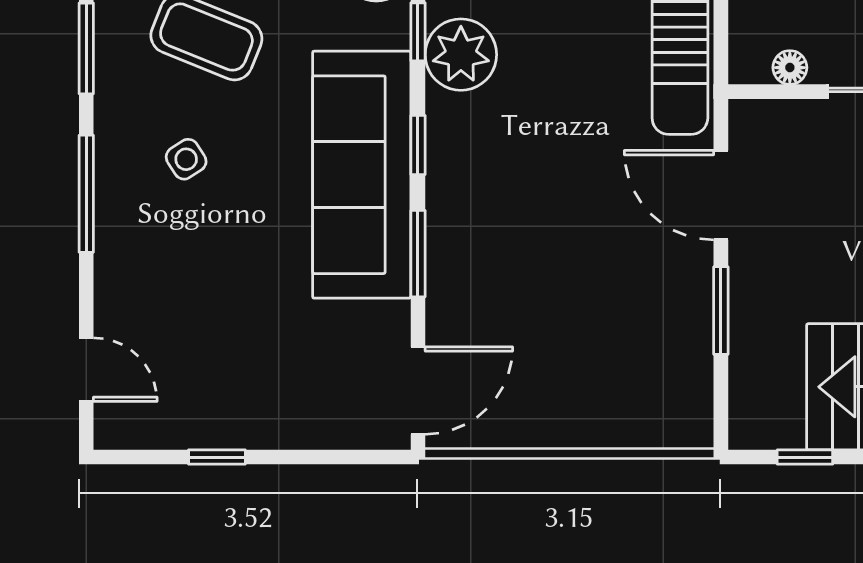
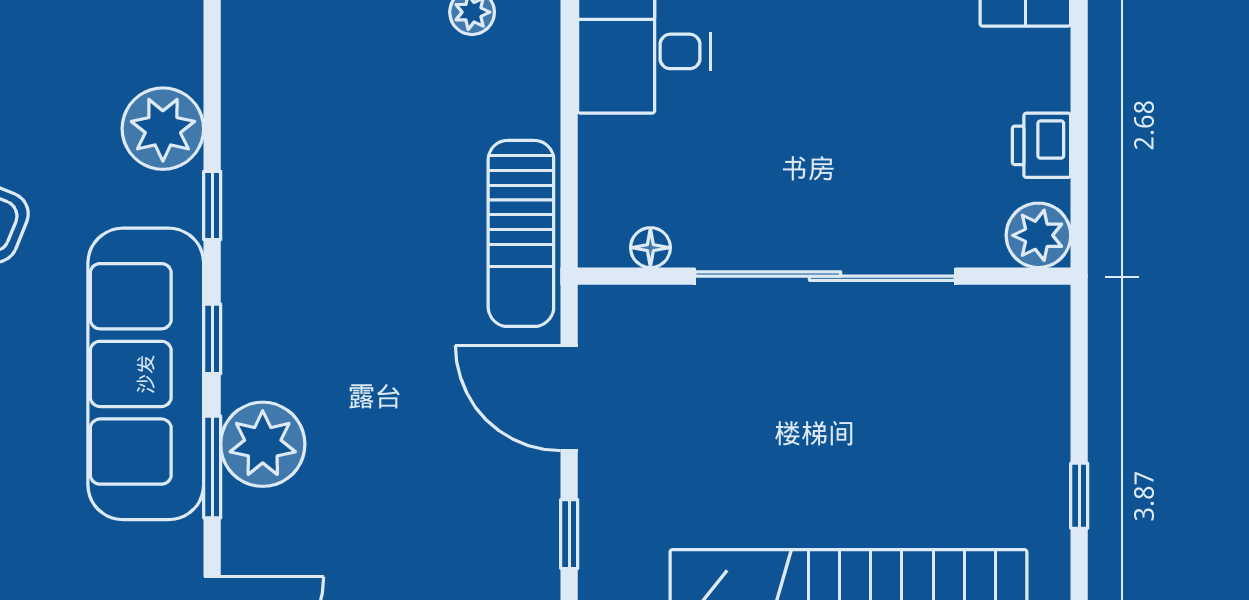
plant: (461, 55) -> (263, 444), moved
window: (721, 311) -> (569, 534), width x0.67

